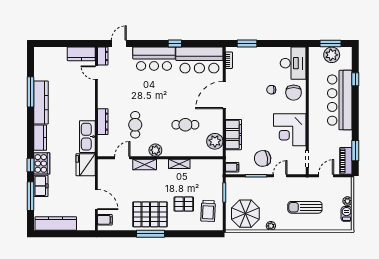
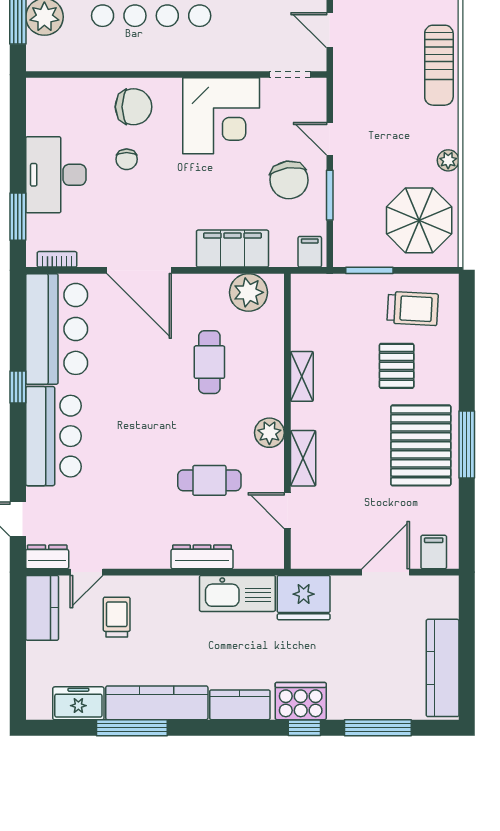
desk: (293, 63) -> (56, 175), moved, turned -90
trolley: (77, 85) -> (117, 617), added
freezer: (41, 186) -> (78, 703), moved
sun lounger: (305, 207) -> (439, 65), moved

